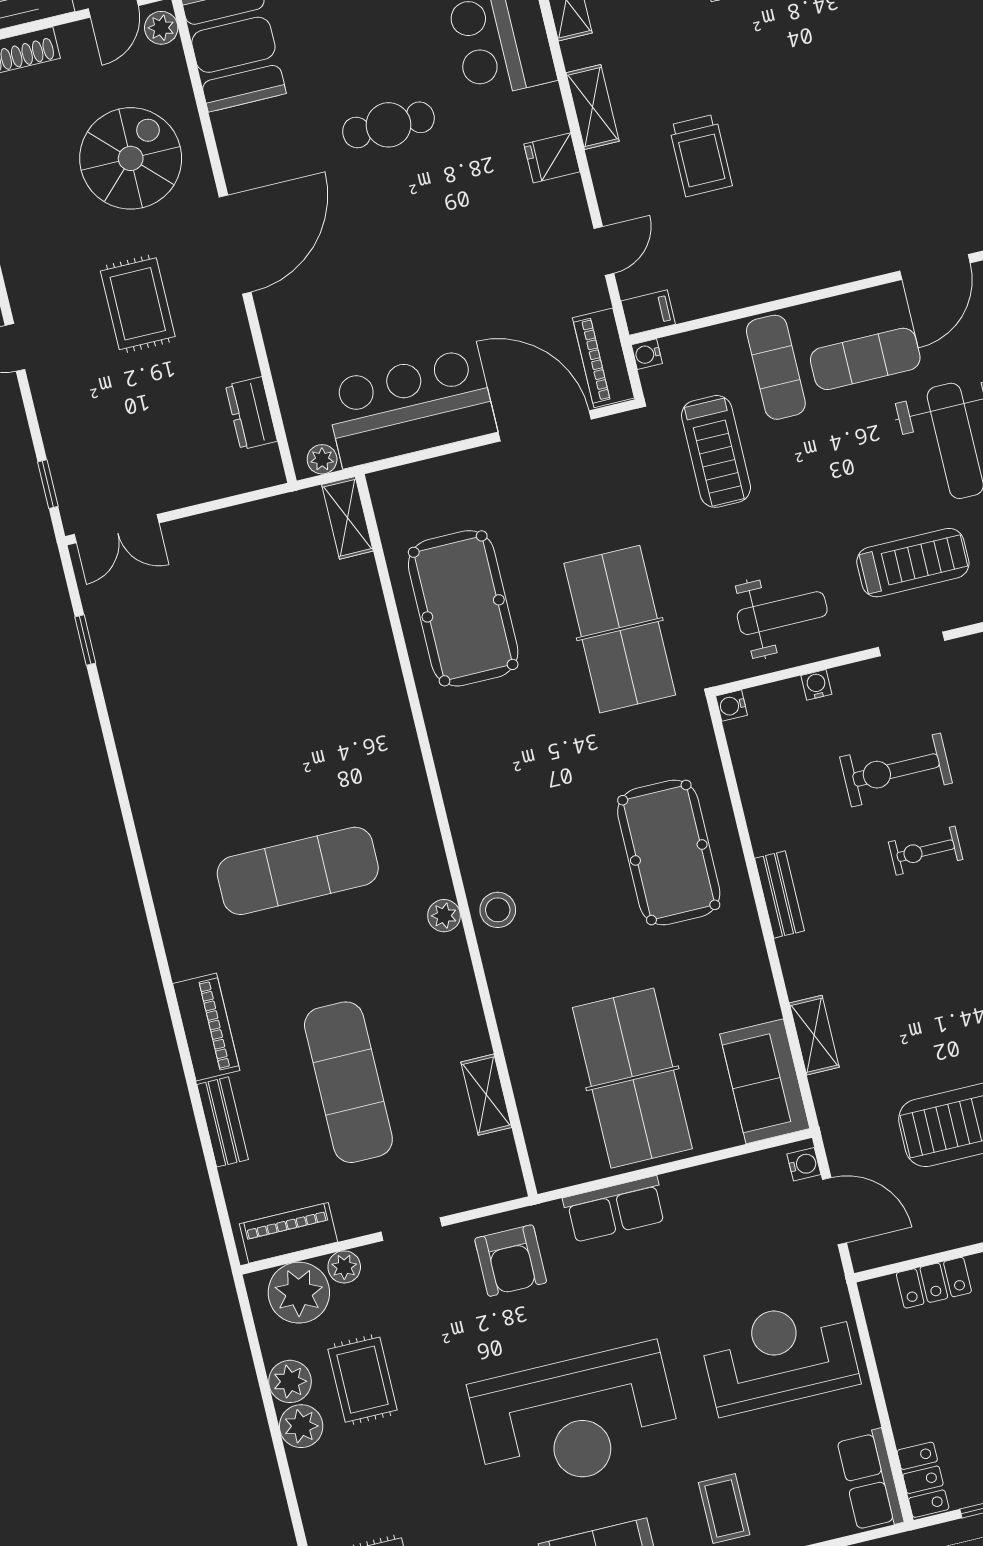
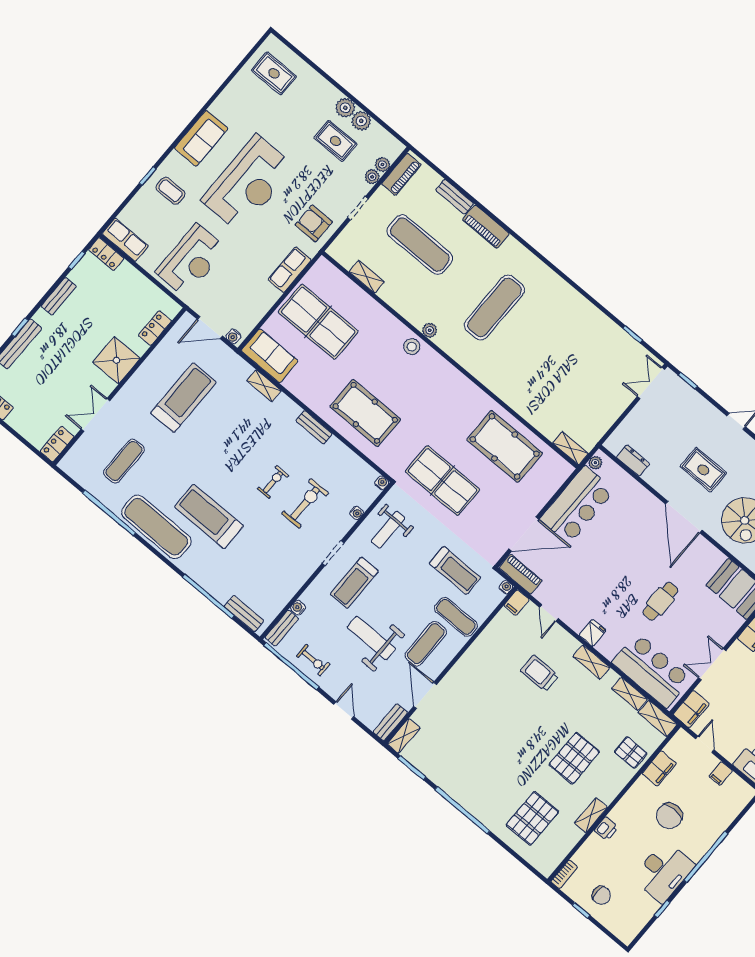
treadmill: (716, 451) -> (455, 570), turned 180
plant: (299, 1293) -> (382, 164), width x0.53, depth x0.53
reception desk: (575, 1419) -> (248, 183), turned 180

